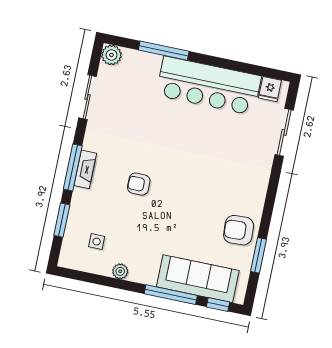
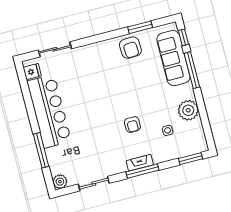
window: (62, 220) -> (190, 159), moved
side table: (97, 242) -> (168, 130), moved
plant: (120, 271) -> (188, 110), width x1.87, depth x1.87

